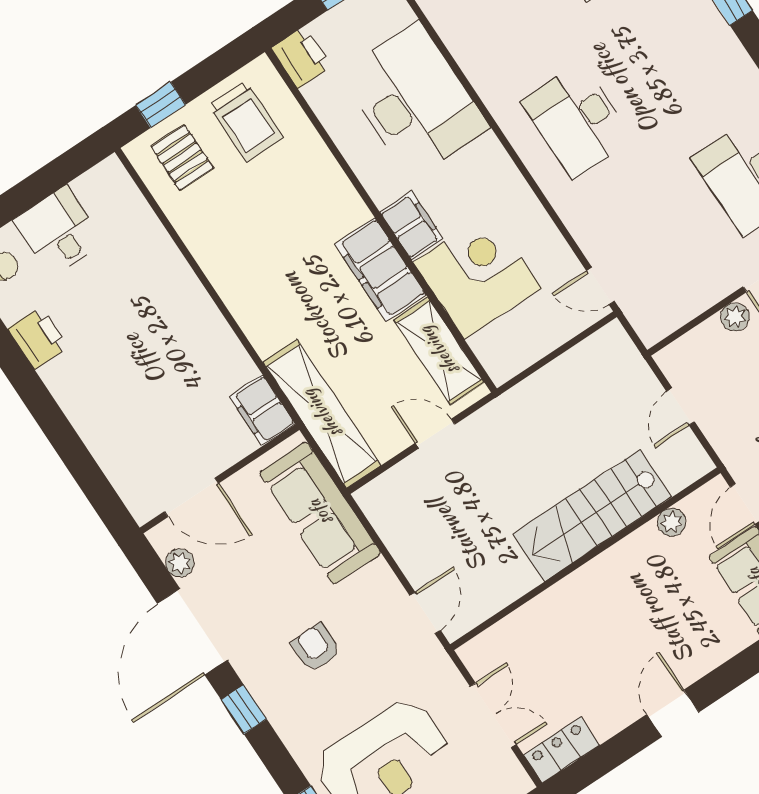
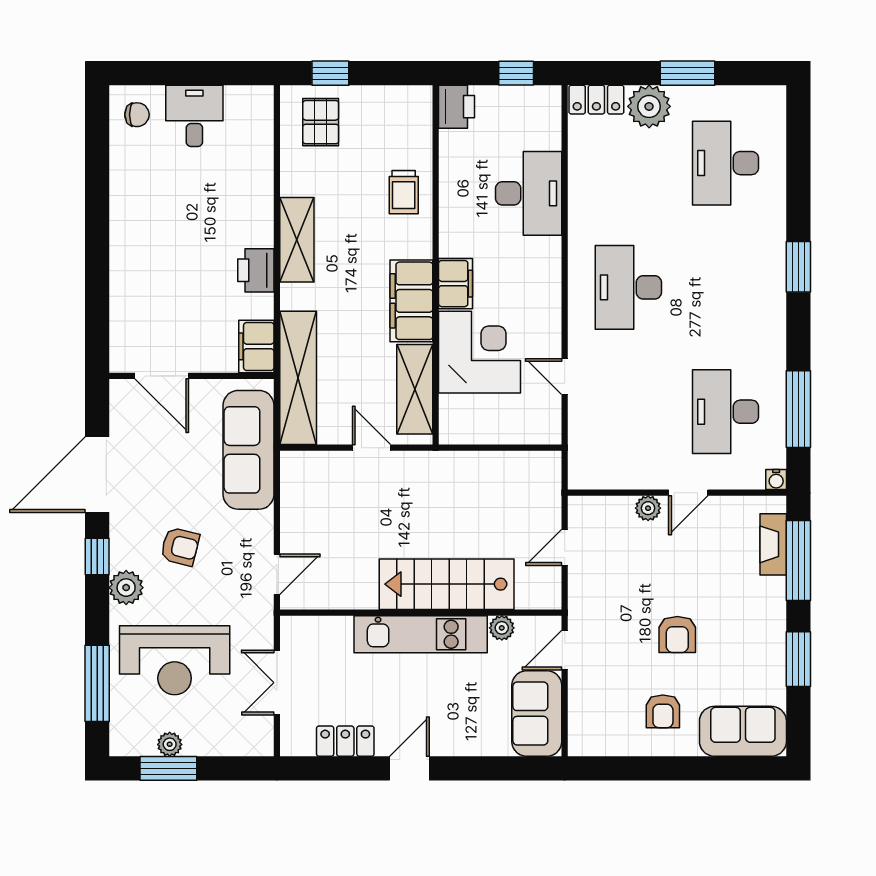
desk: (415, 100) -> (529, 193), width x0.73, depth x0.77
trolley: (246, 121) -> (404, 192), moved, width x0.73, depth x0.72
shelving: (234, 284) -> (297, 240), added
door: (600, 286) -> (565, 377), moved
printer: (38, 338) -> (256, 270), moved, turned 180
plant: (180, 563) -> (126, 588), moved, width x1.38, depth x1.38
kitchen unit: (599, 579) -> (421, 634), added
armchair: (316, 648) -> (180, 547), turned 104
double door: (493, 715) -> (277, 683), swing flipped
locker: (562, 750) -> (345, 741), moved

